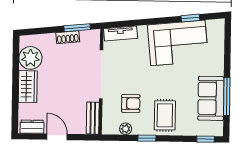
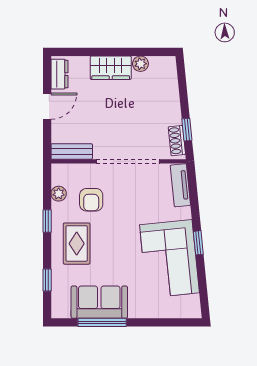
window: (190, 18) -> (198, 243), moved
window: (77, 28) -> (187, 130), width x0.67
shoe rack: (68, 37) -> (177, 141), moved
plant: (30, 58) -> (140, 64), width x0.53, depth x0.53
rug: (165, 115) -> (77, 244), turned 90
window: (206, 139) -> (47, 280), moved

